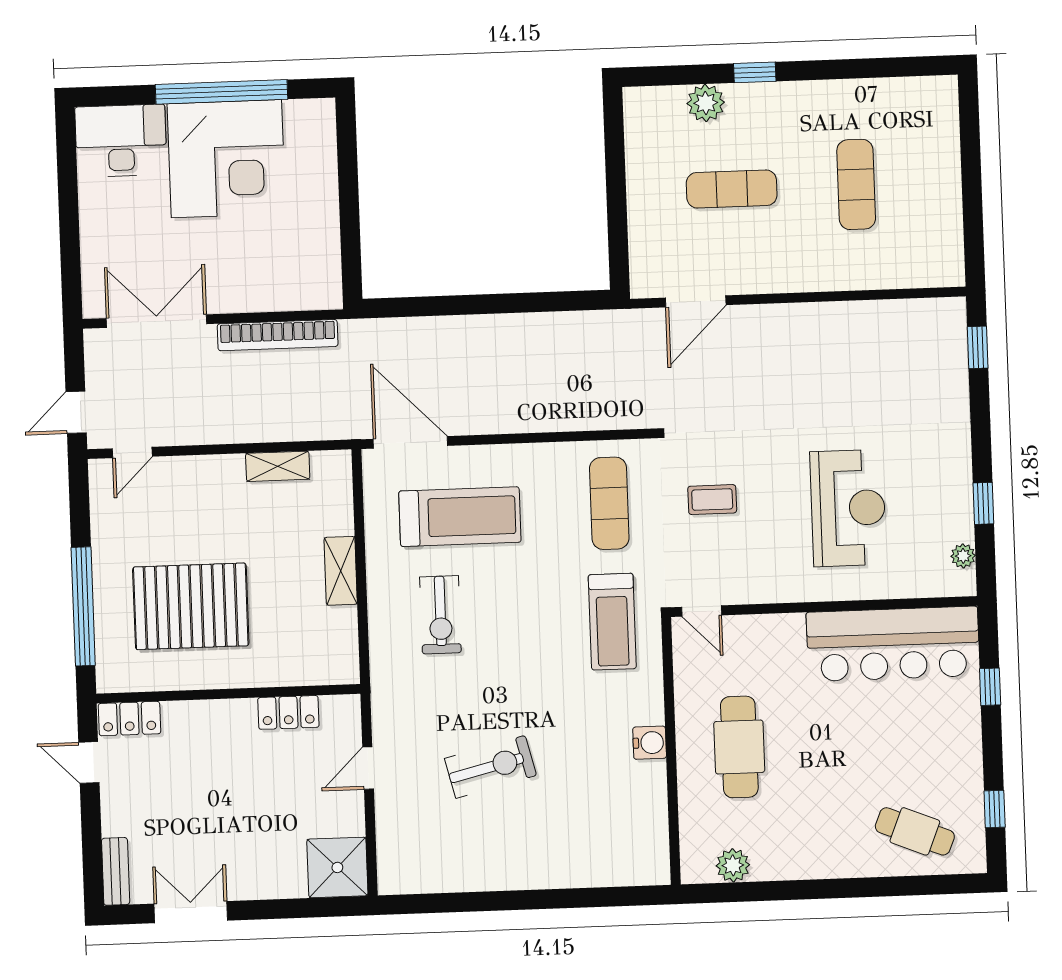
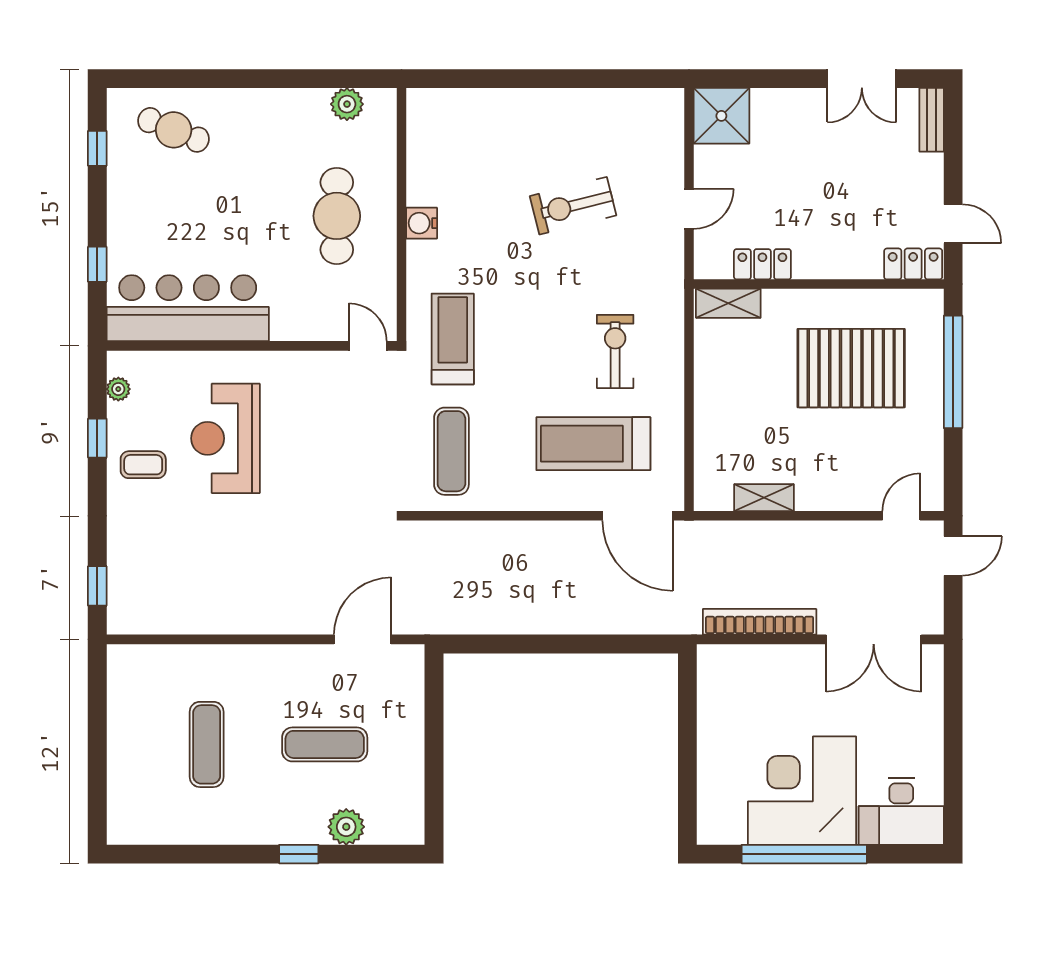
coffee table: (712, 500) -> (143, 465), moved
shelving: (341, 571) -> (728, 303), moved, turned 90

